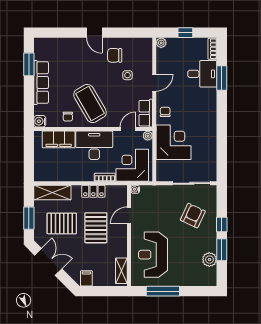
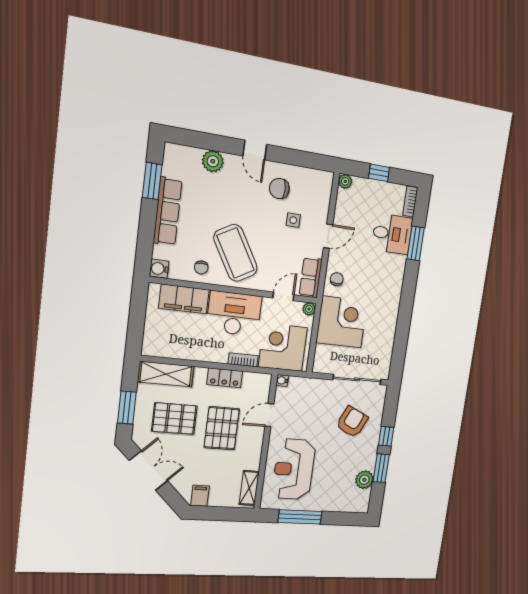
plant: (67, 45) -> (213, 161), added

